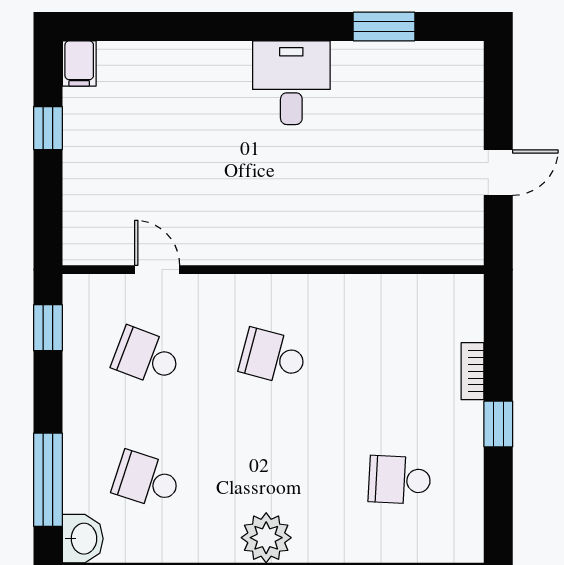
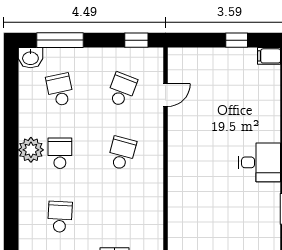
school desk: (147, 480) -> (60, 90), turned -30
school desk: (273, 480) -> (60, 153), added

